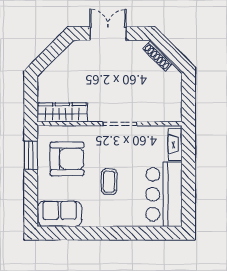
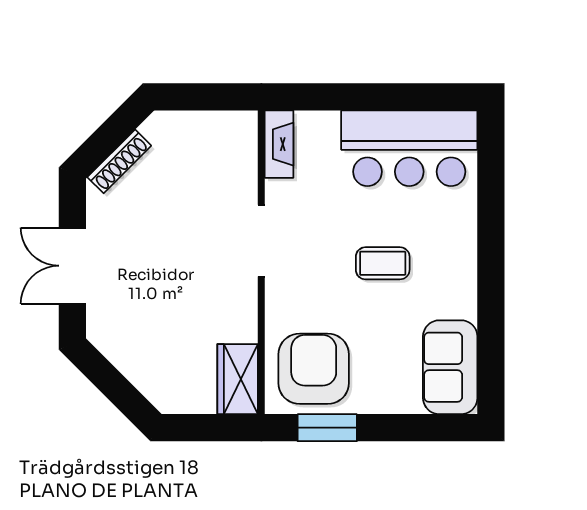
wardrobe: (62, 112) -> (238, 379), width x0.67
fireplace: (175, 144) -> (279, 144), moved, turned -90
armchair: (67, 159) -> (314, 369), moved

